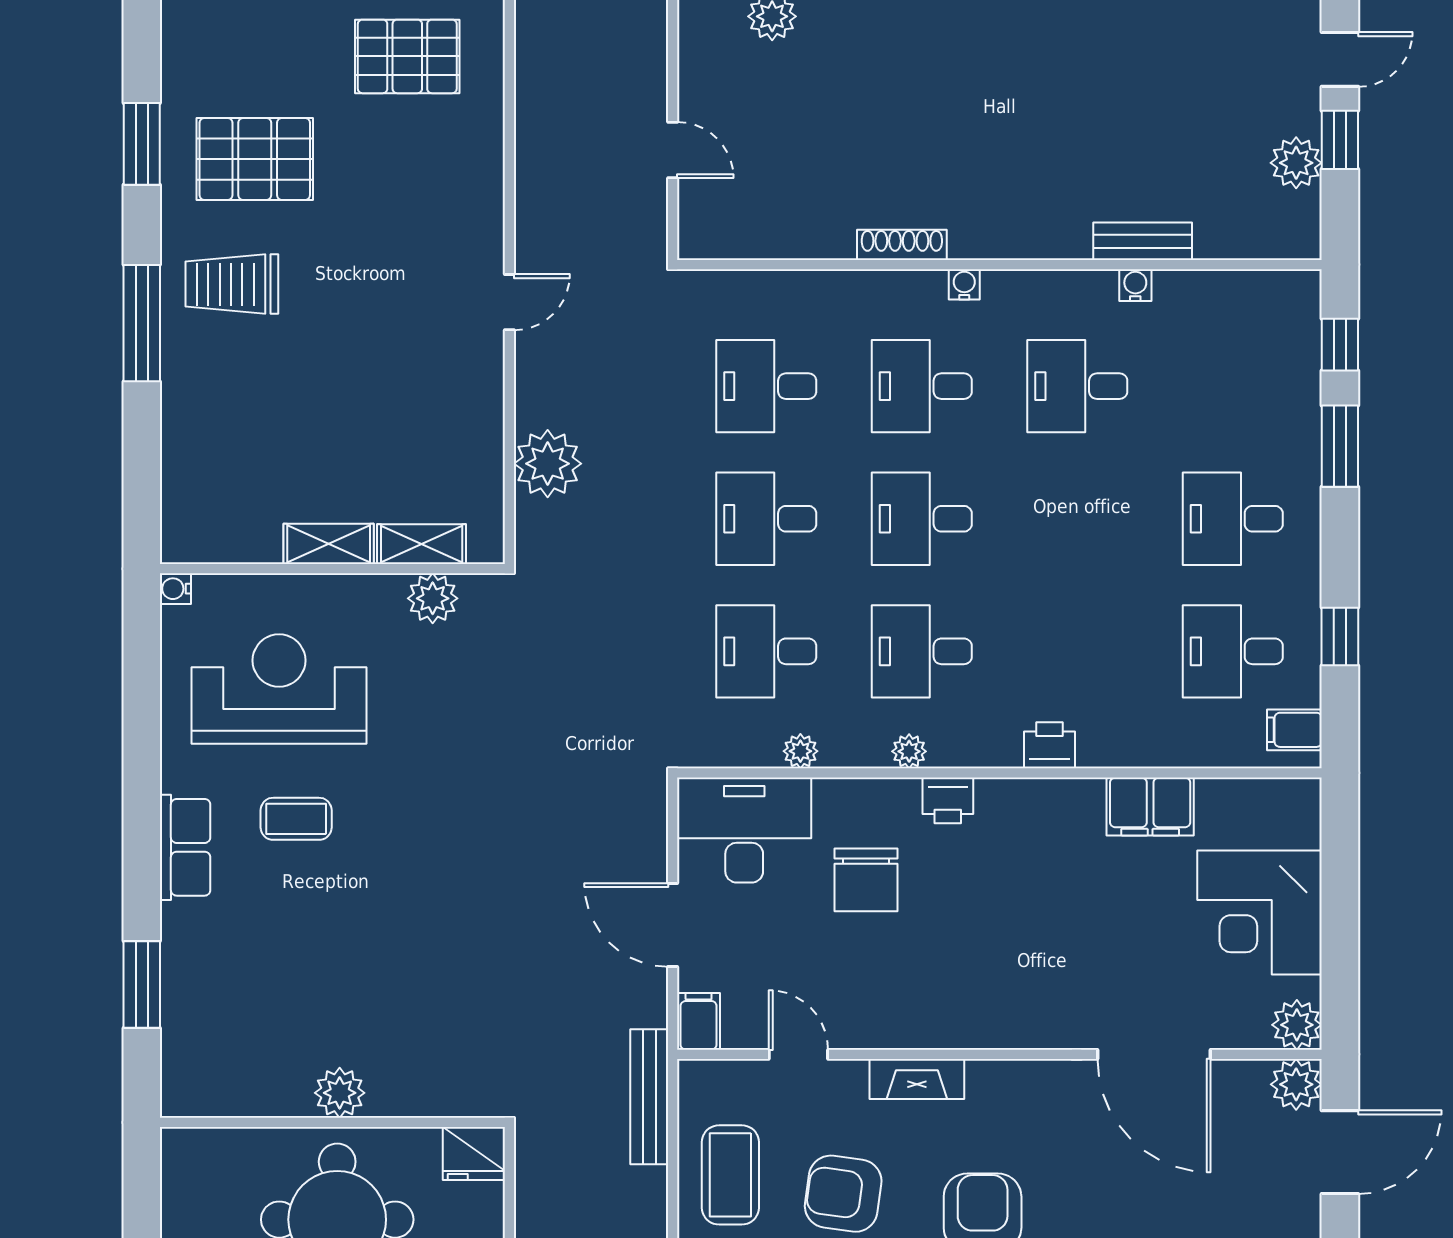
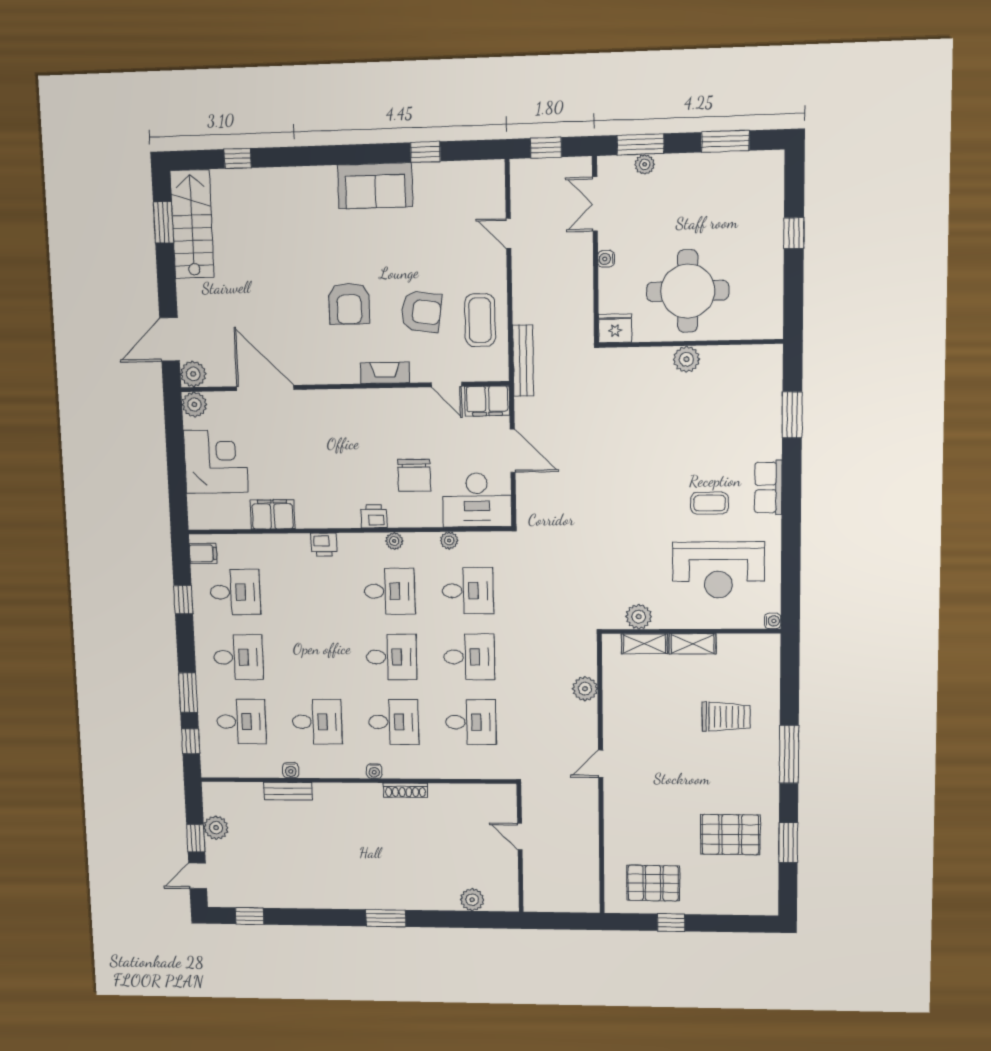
trolley: (232, 284) -> (726, 717), moved
desk: (1233, 386) -> (241, 722), added
plant: (548, 464) -> (585, 689), width x0.73, depth x0.73
chair: (866, 880) -> (414, 475), turned 180
filing cabinet: (699, 1021) -> (487, 401), width x2.00

